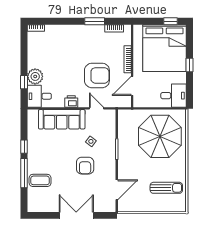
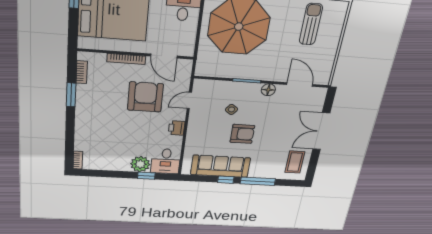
sofa: (62, 119) -> (220, 166), moved, turned -90
armchair: (85, 166) -> (242, 134), moved
floor lamp: (110, 167) -> (268, 90), added
coffee table: (40, 180) -> (295, 162), moved

